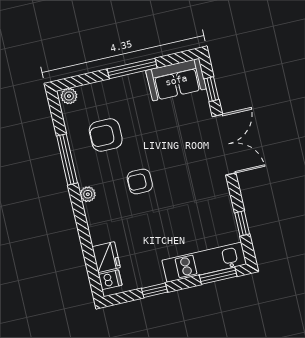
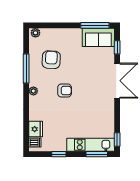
window: (132, 68) -> (95, 25), moved
armchair: (106, 135) -> (51, 60), turned 93
armchair: (140, 181) -> (65, 91), turned 180
window: (242, 223) -> (117, 139), moved

